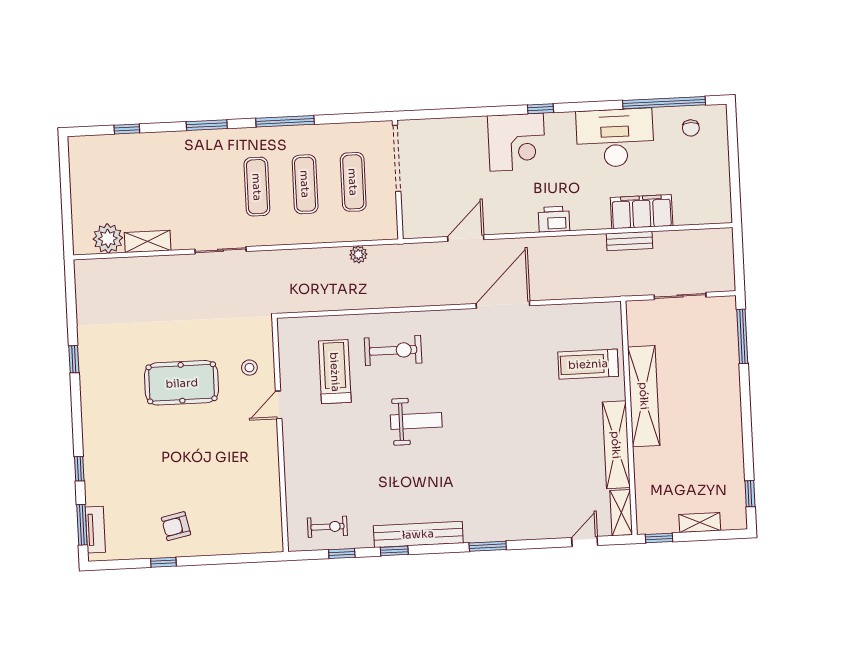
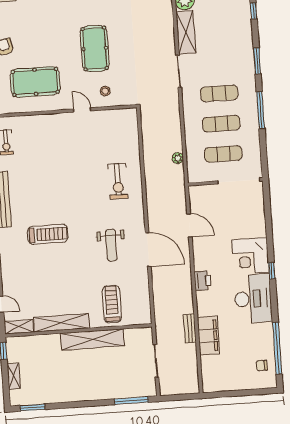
desk: (615, 138) -> (253, 299), moved
shelving: (148, 241) -> (186, 32), width x1.50, depth x1.33
treadmill: (335, 372) -> (48, 234), moved
weight bench: (416, 421) -> (111, 245), moved
pool table: (233, 478) -> (35, 82), added
window: (750, 494) -> (32, 408), width x1.50

